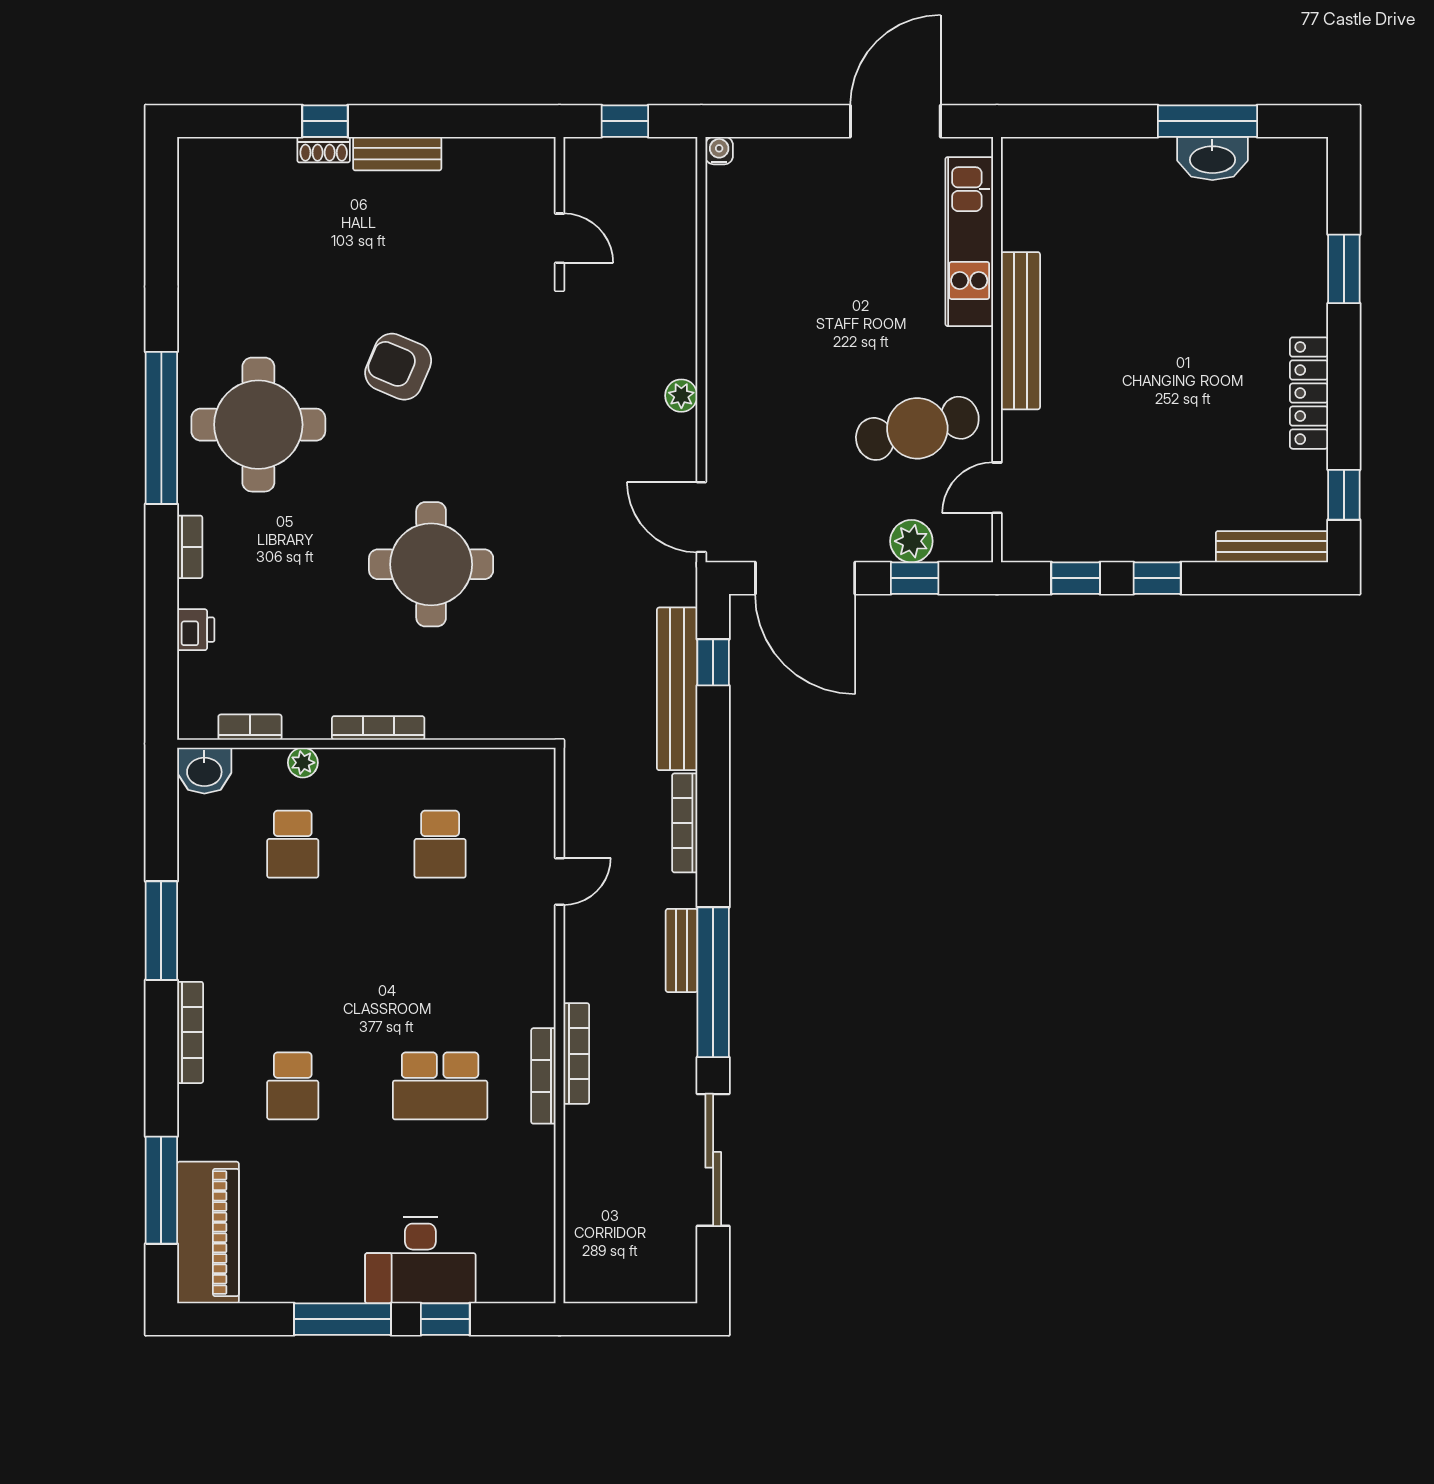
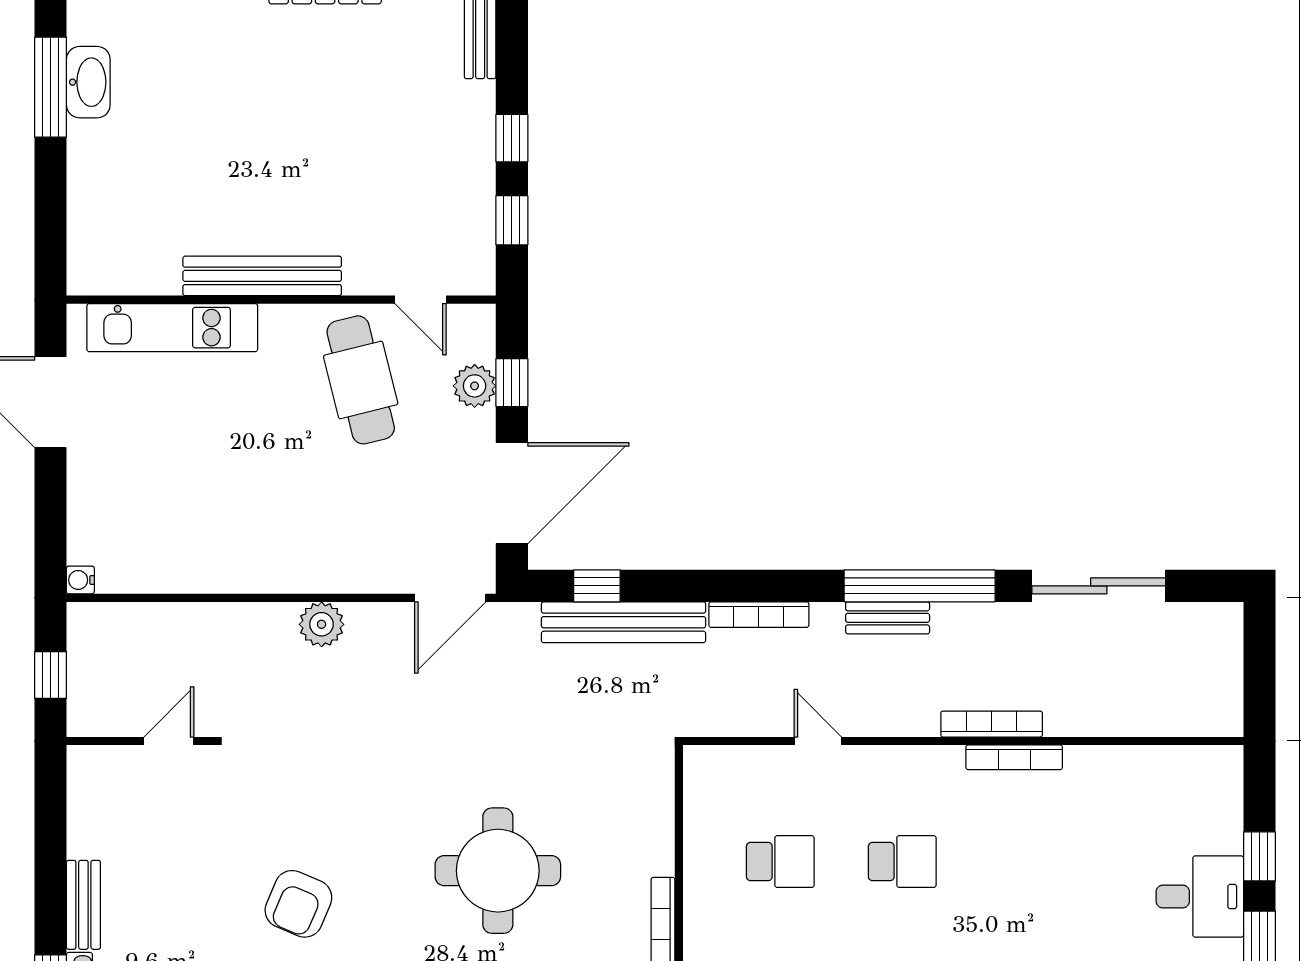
plant: (681, 396) -> (322, 624), width x1.38, depth x1.38
school desk: (440, 1086) -> (902, 862), moved, width x0.54
desk: (420, 1260) -> (1200, 897), width x0.73

